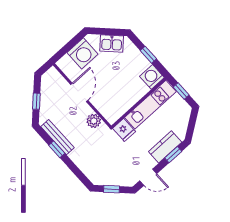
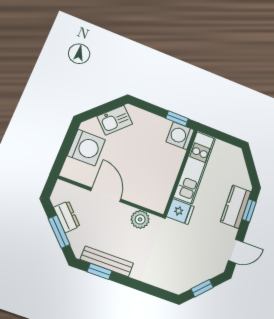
window: (148, 55) -> (177, 119), moved
window: (181, 91) -> (220, 136), removed
dresser: (46, 94) -> (67, 217), added
window: (36, 101) -> (59, 232), width x1.50
window: (57, 149) -> (99, 271), moved

